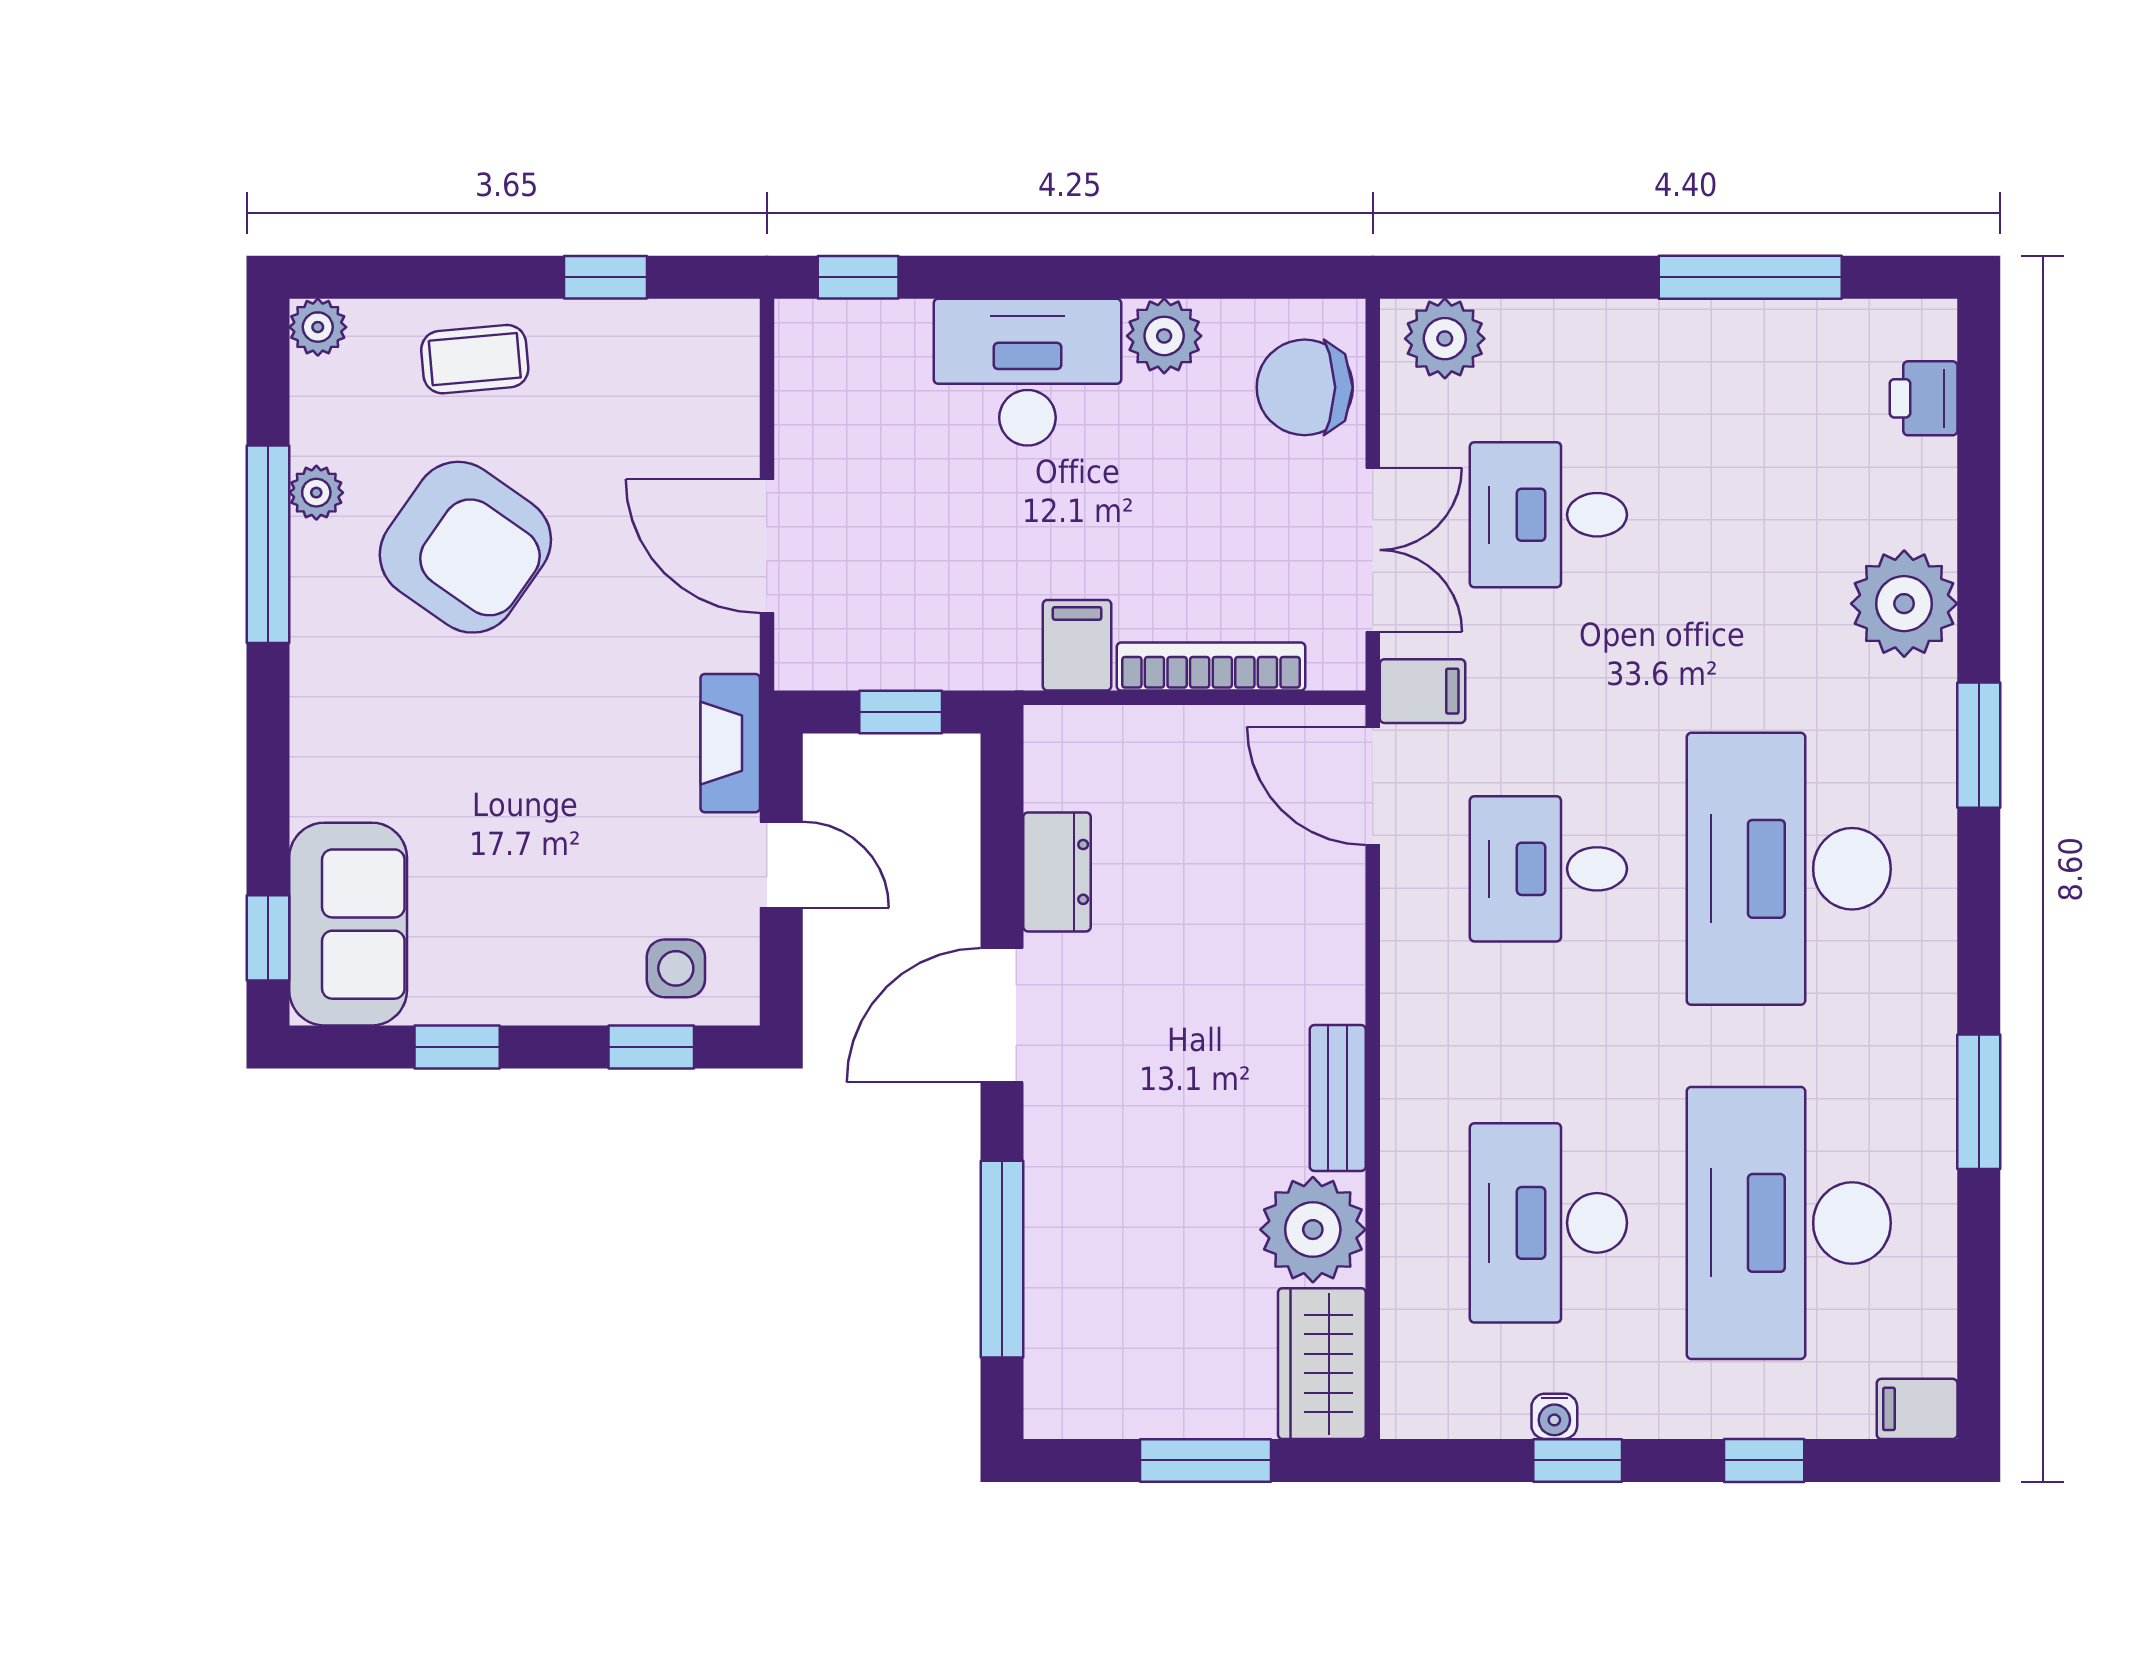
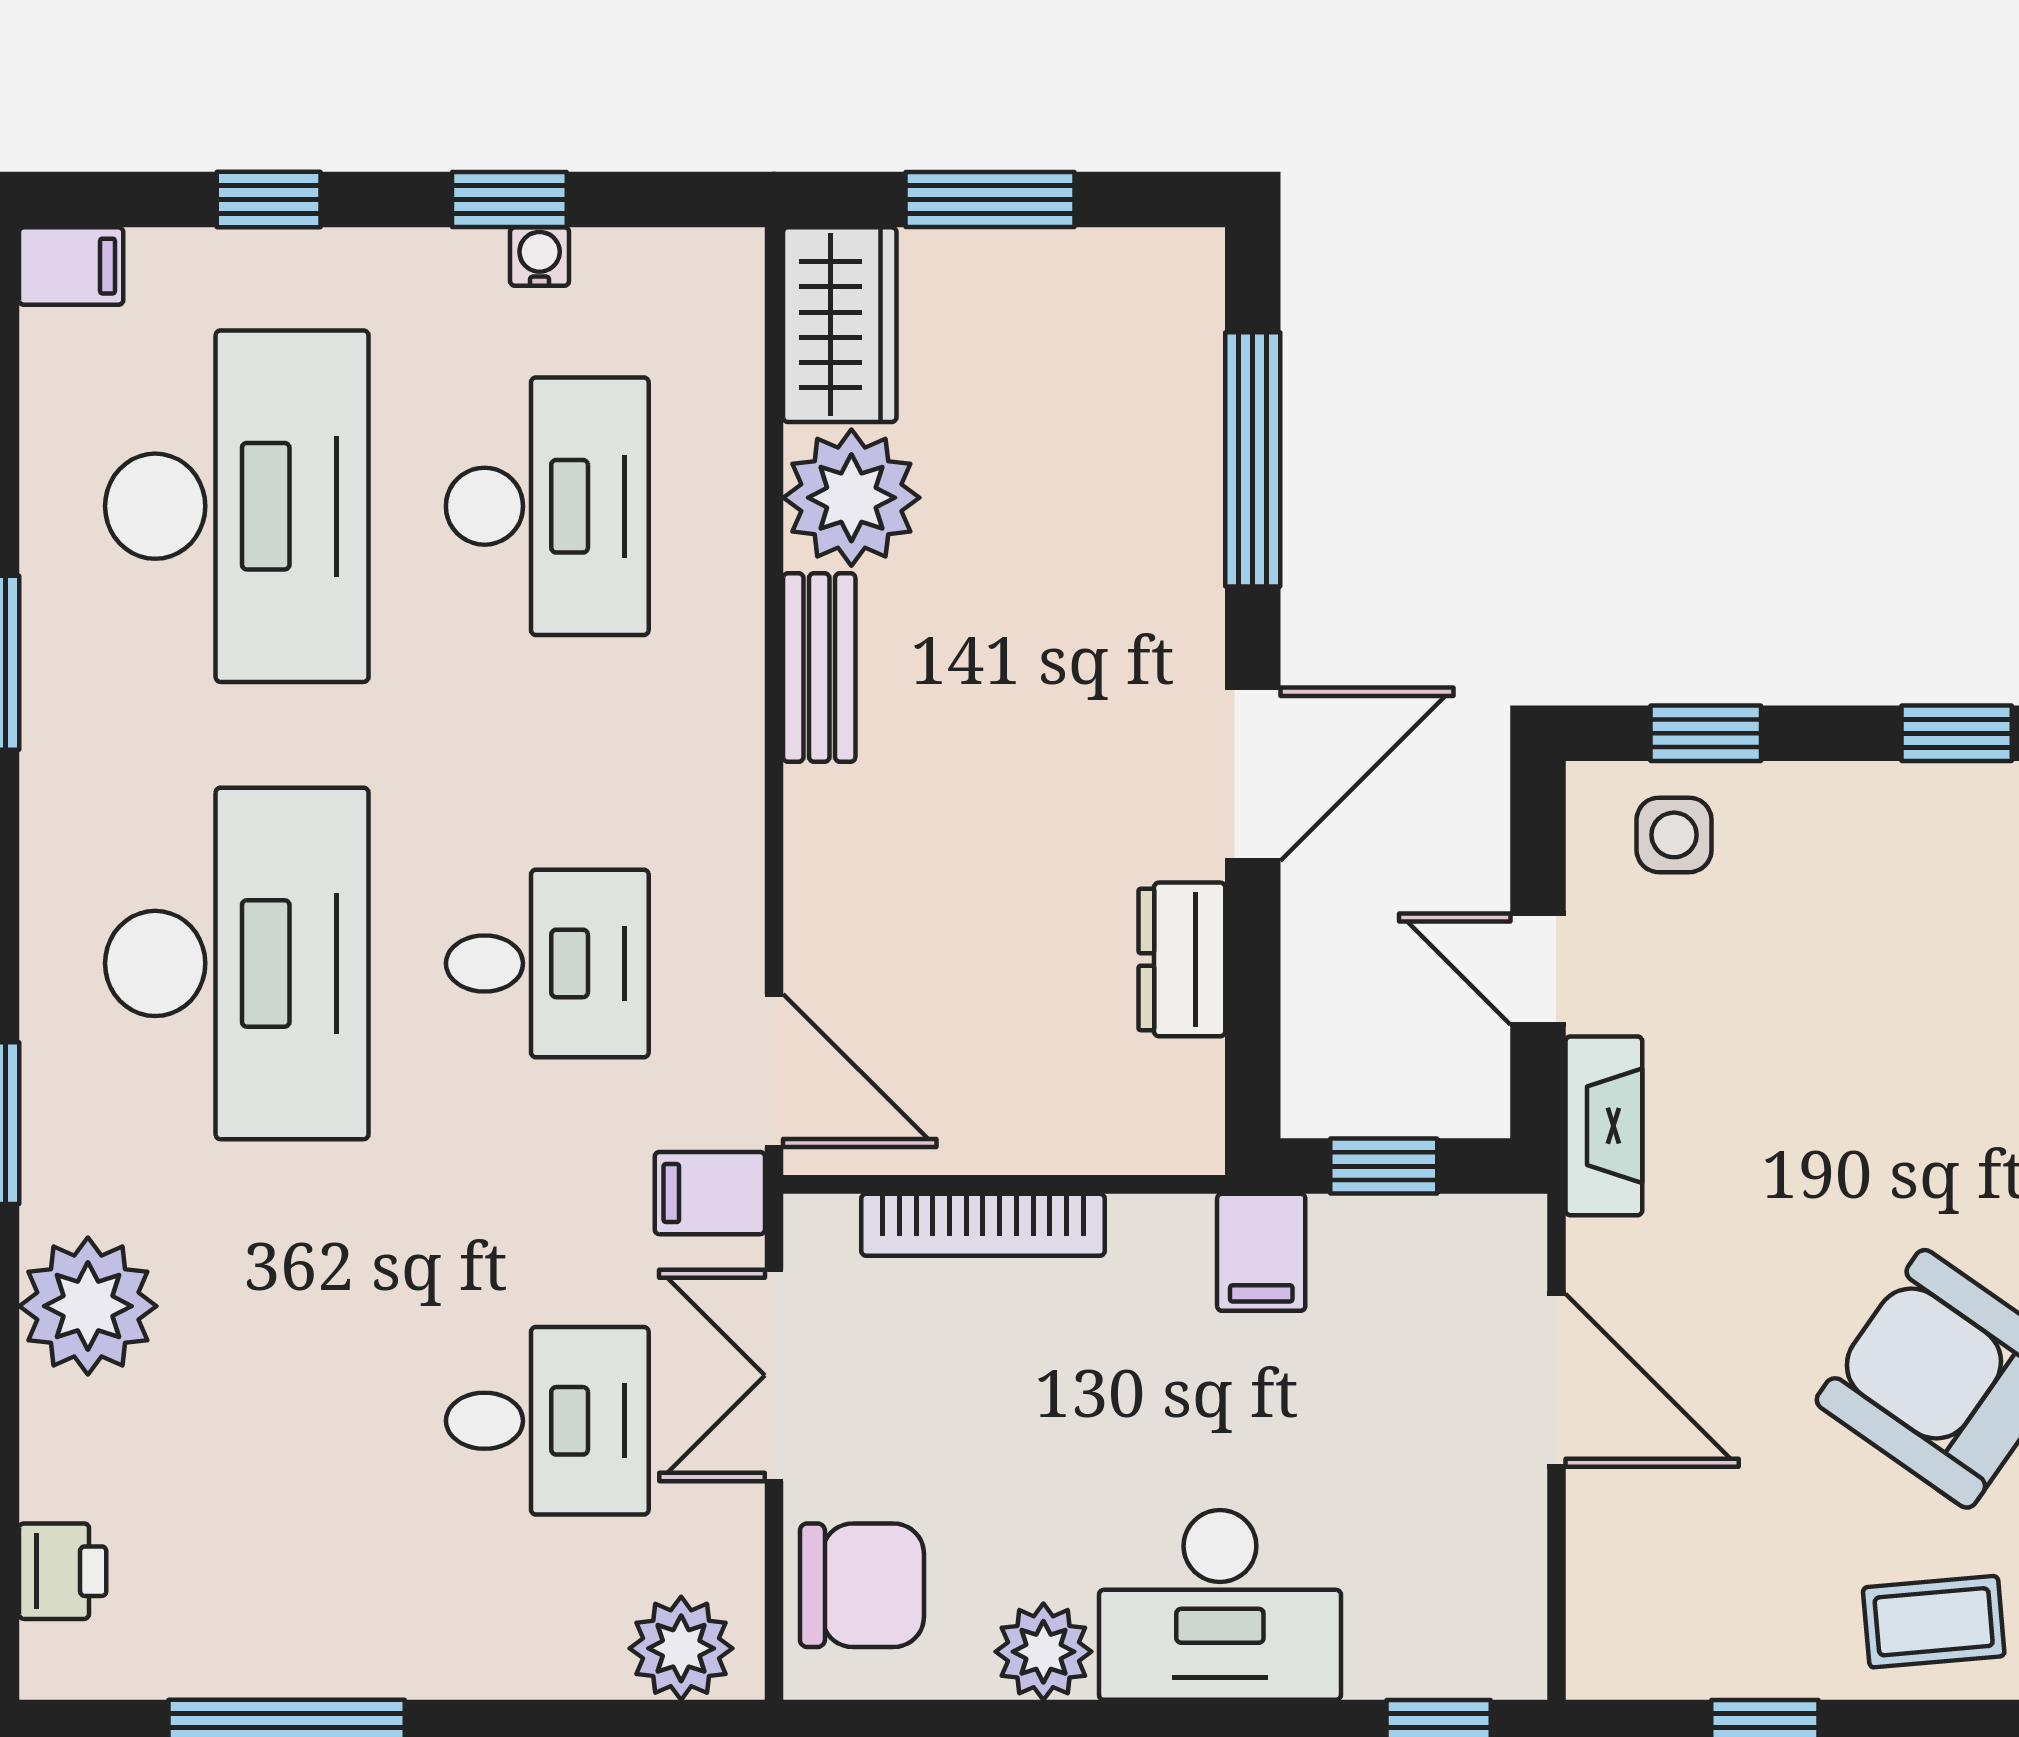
filing cabinet: (1077, 645) -> (1261, 1252), moved

